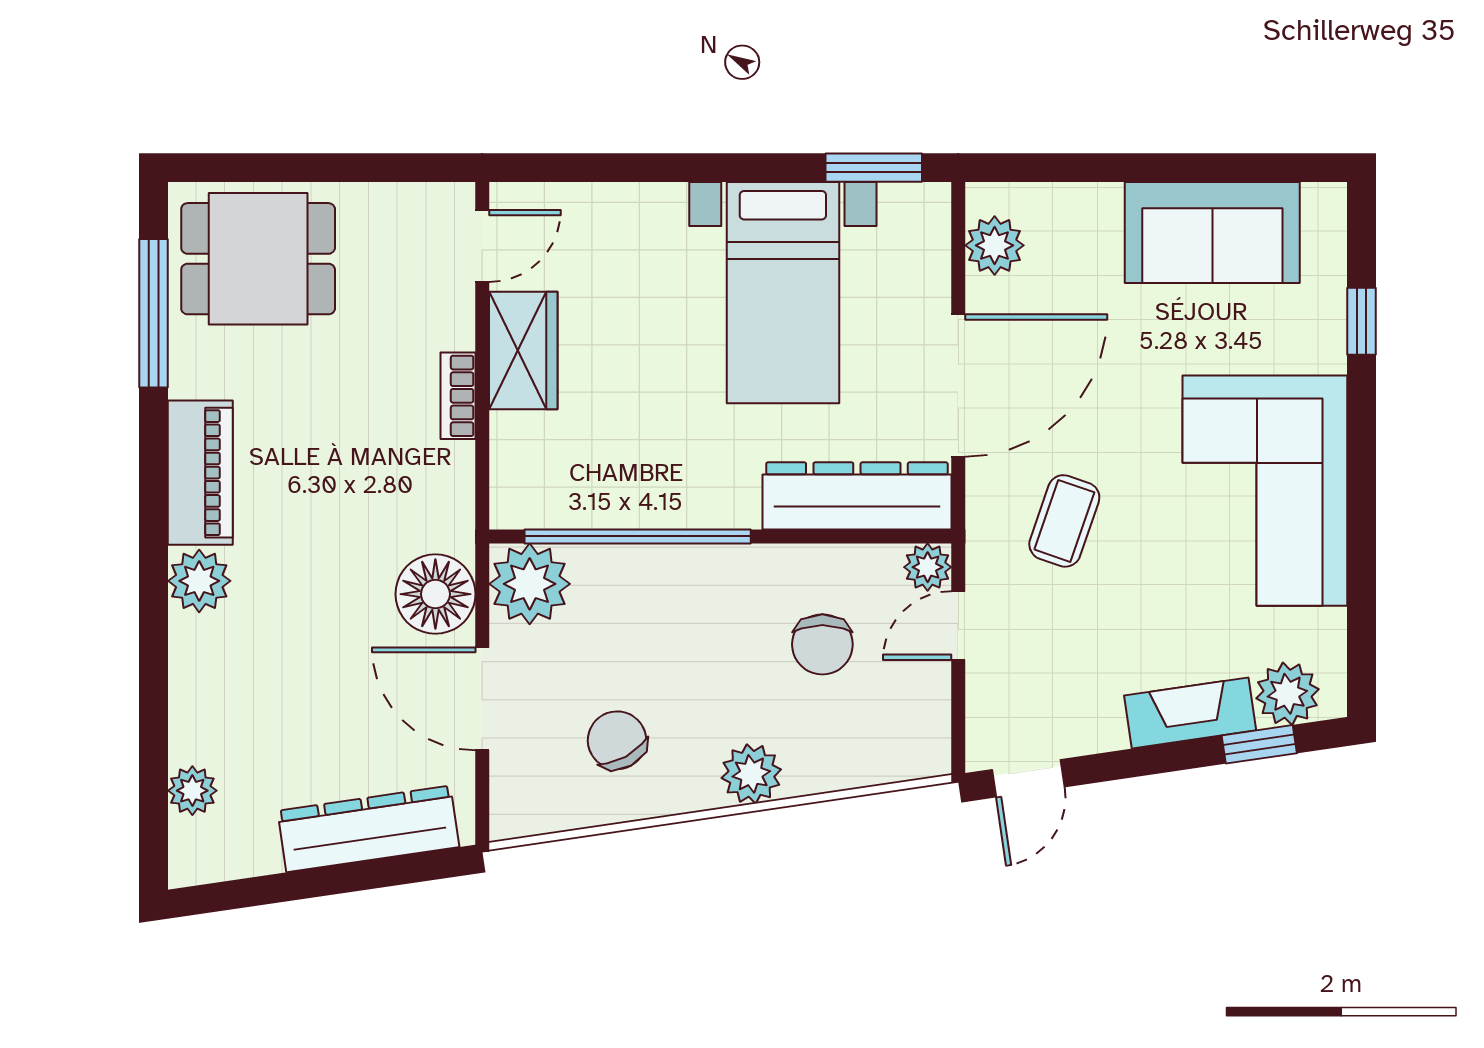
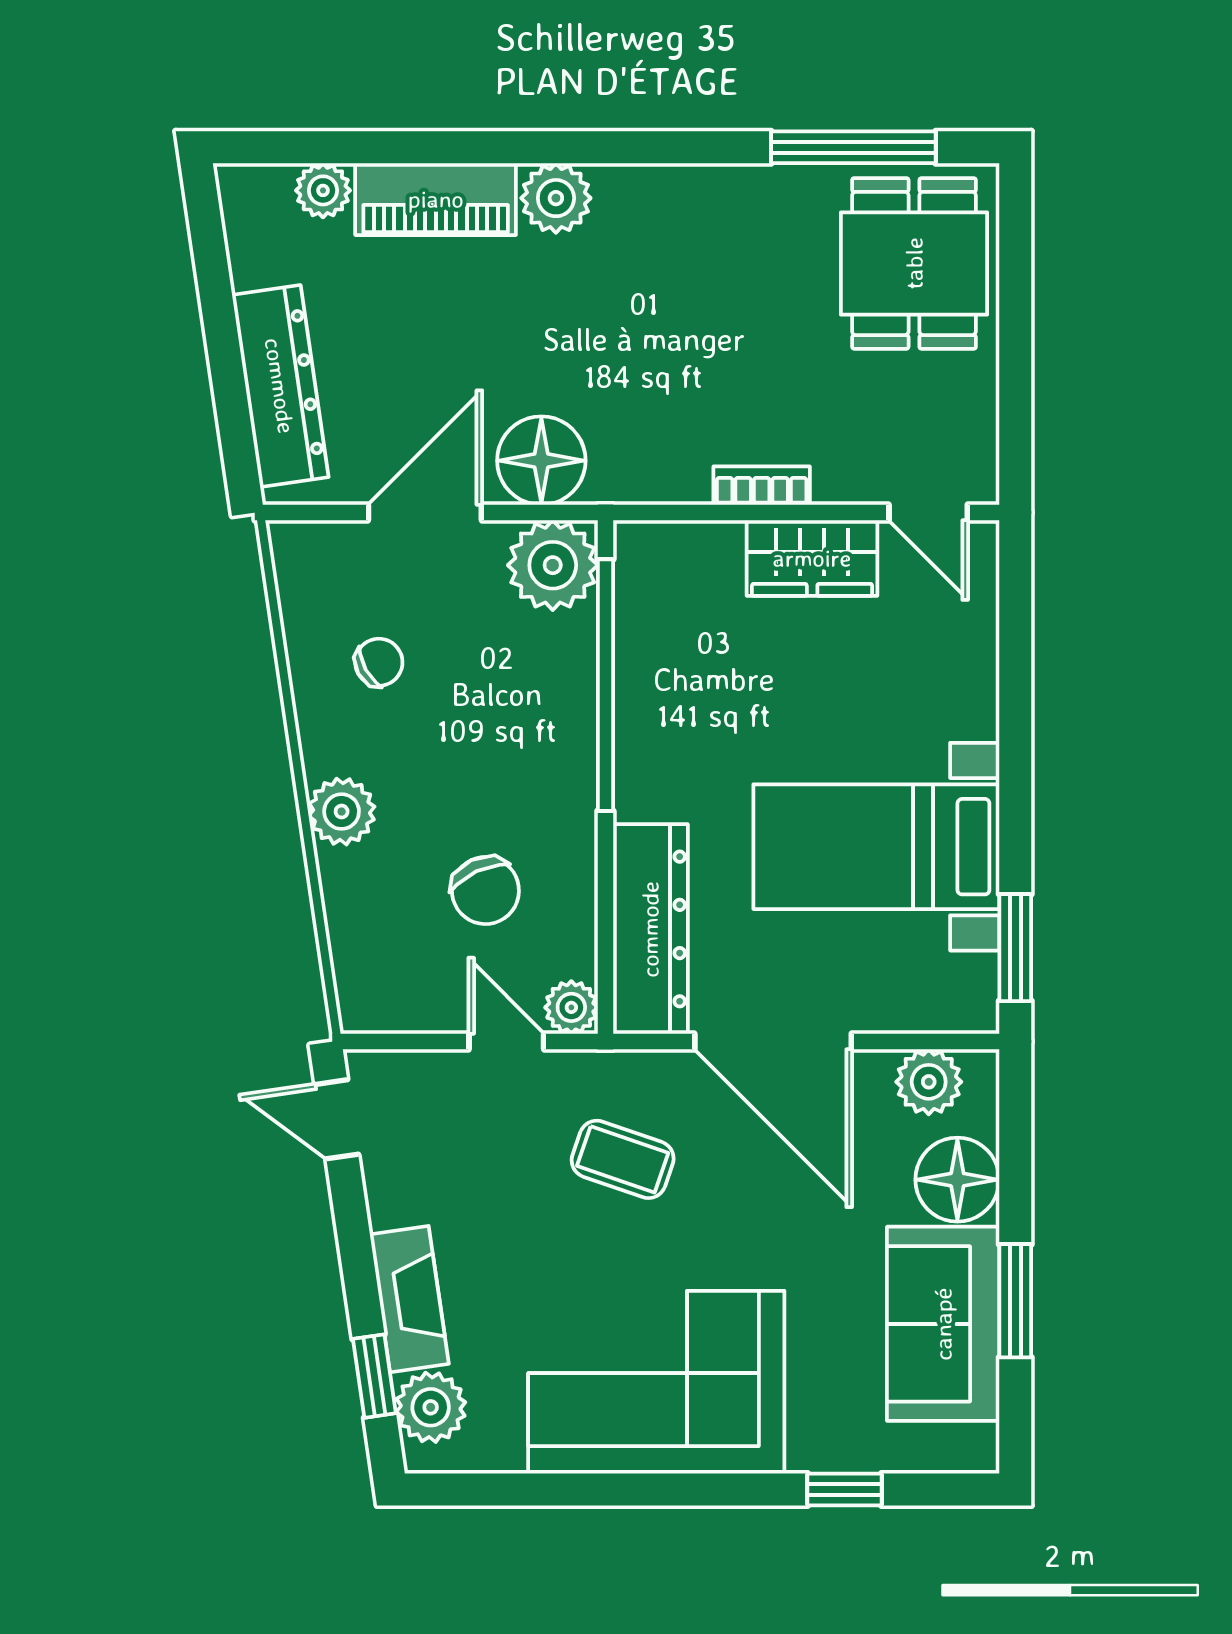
window: (1192, 168) -> (1015, 1301), added
floor lamp: (1083, 220) -> (957, 1180), added
piano: (200, 473) -> (436, 199), moved
chair: (822, 644) -> (485, 891), turned -115
chair: (617, 740) -> (379, 662), width x0.73, depth x0.73

